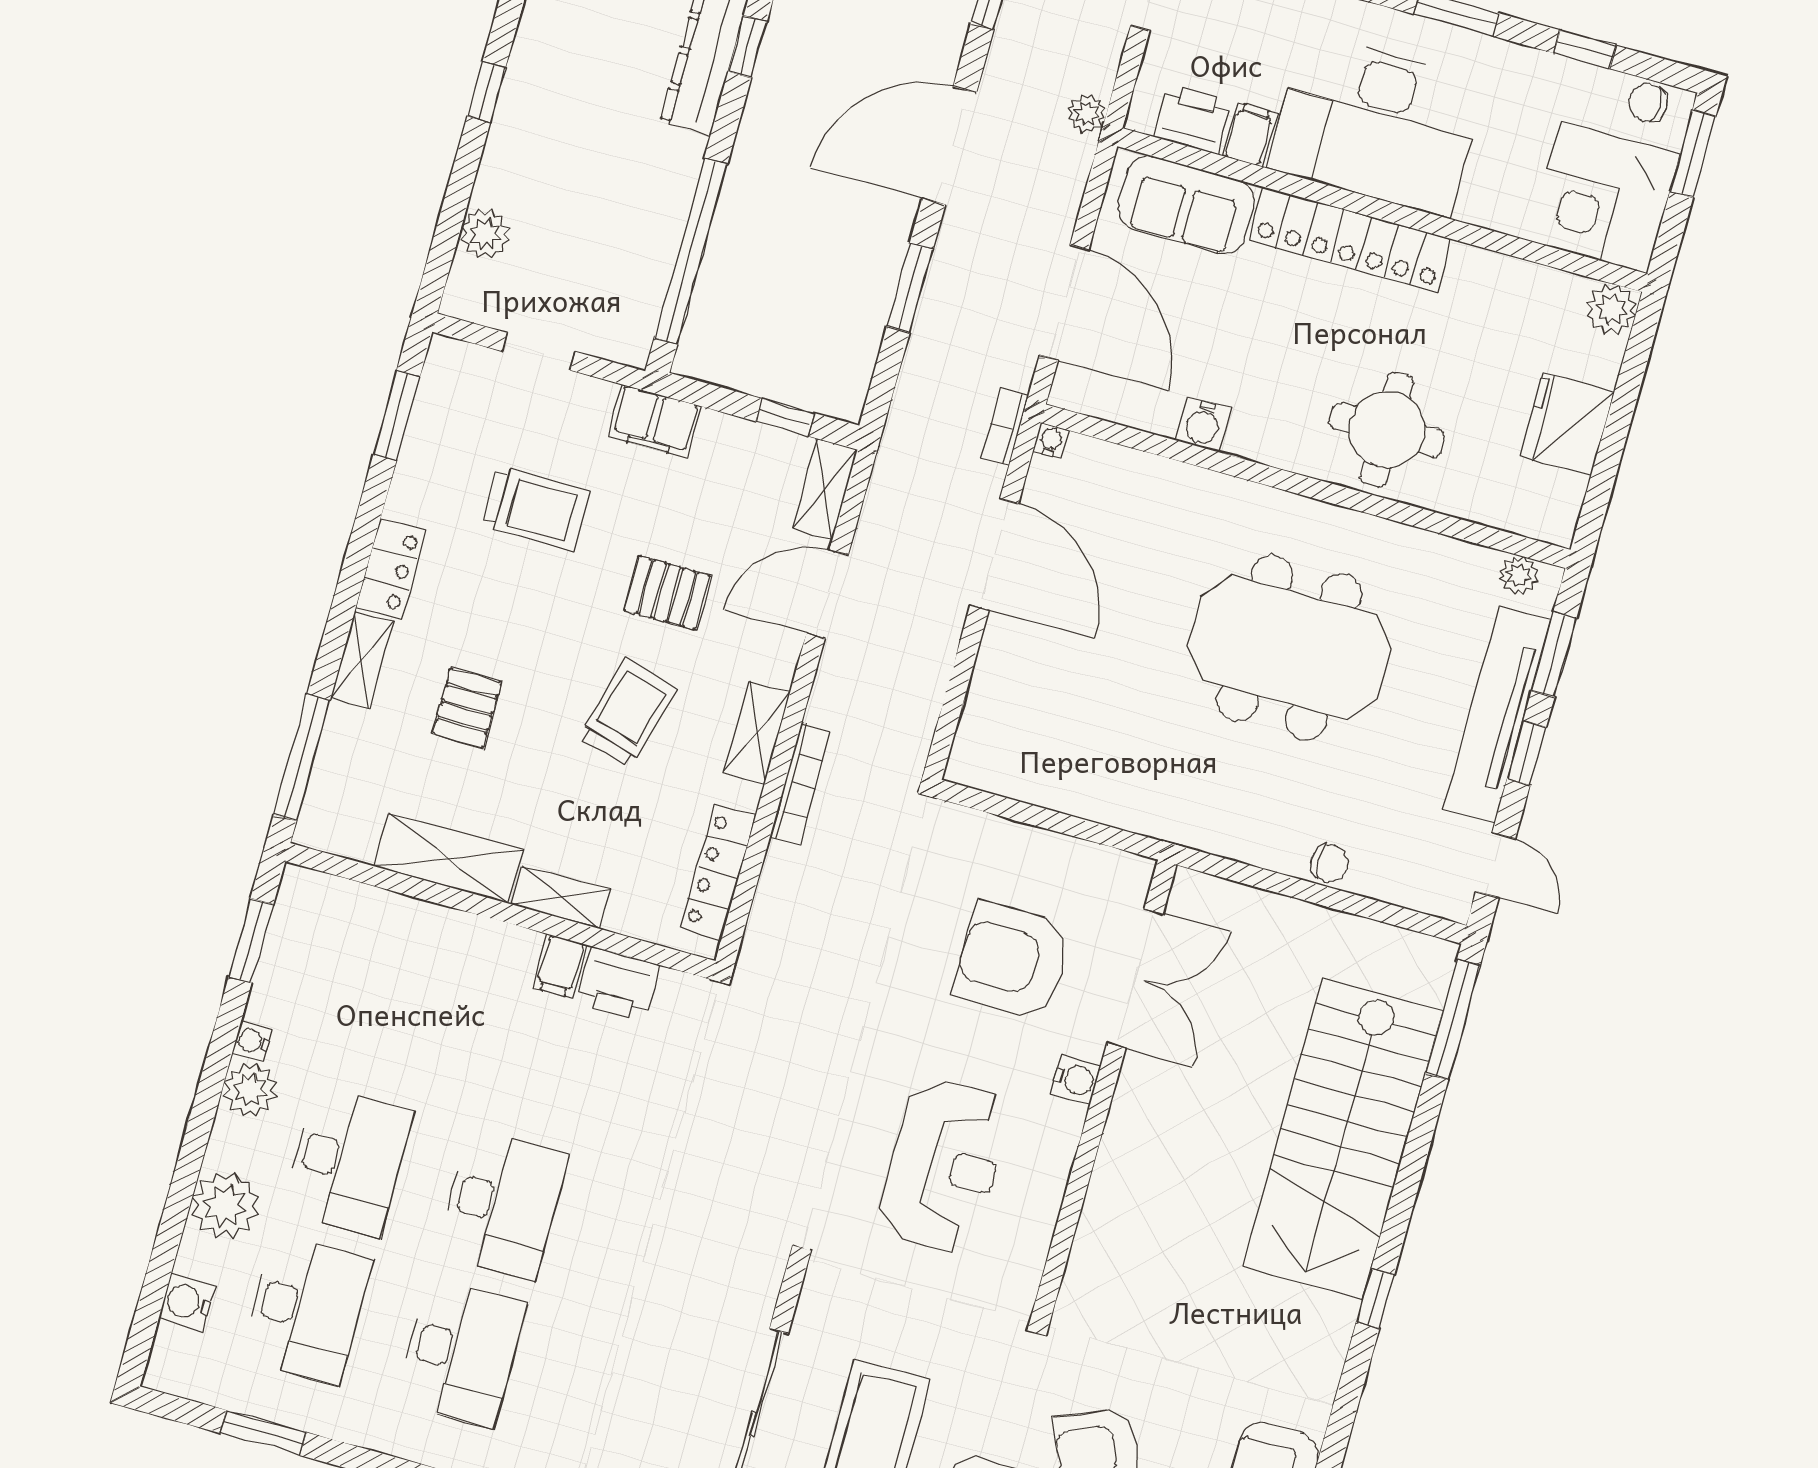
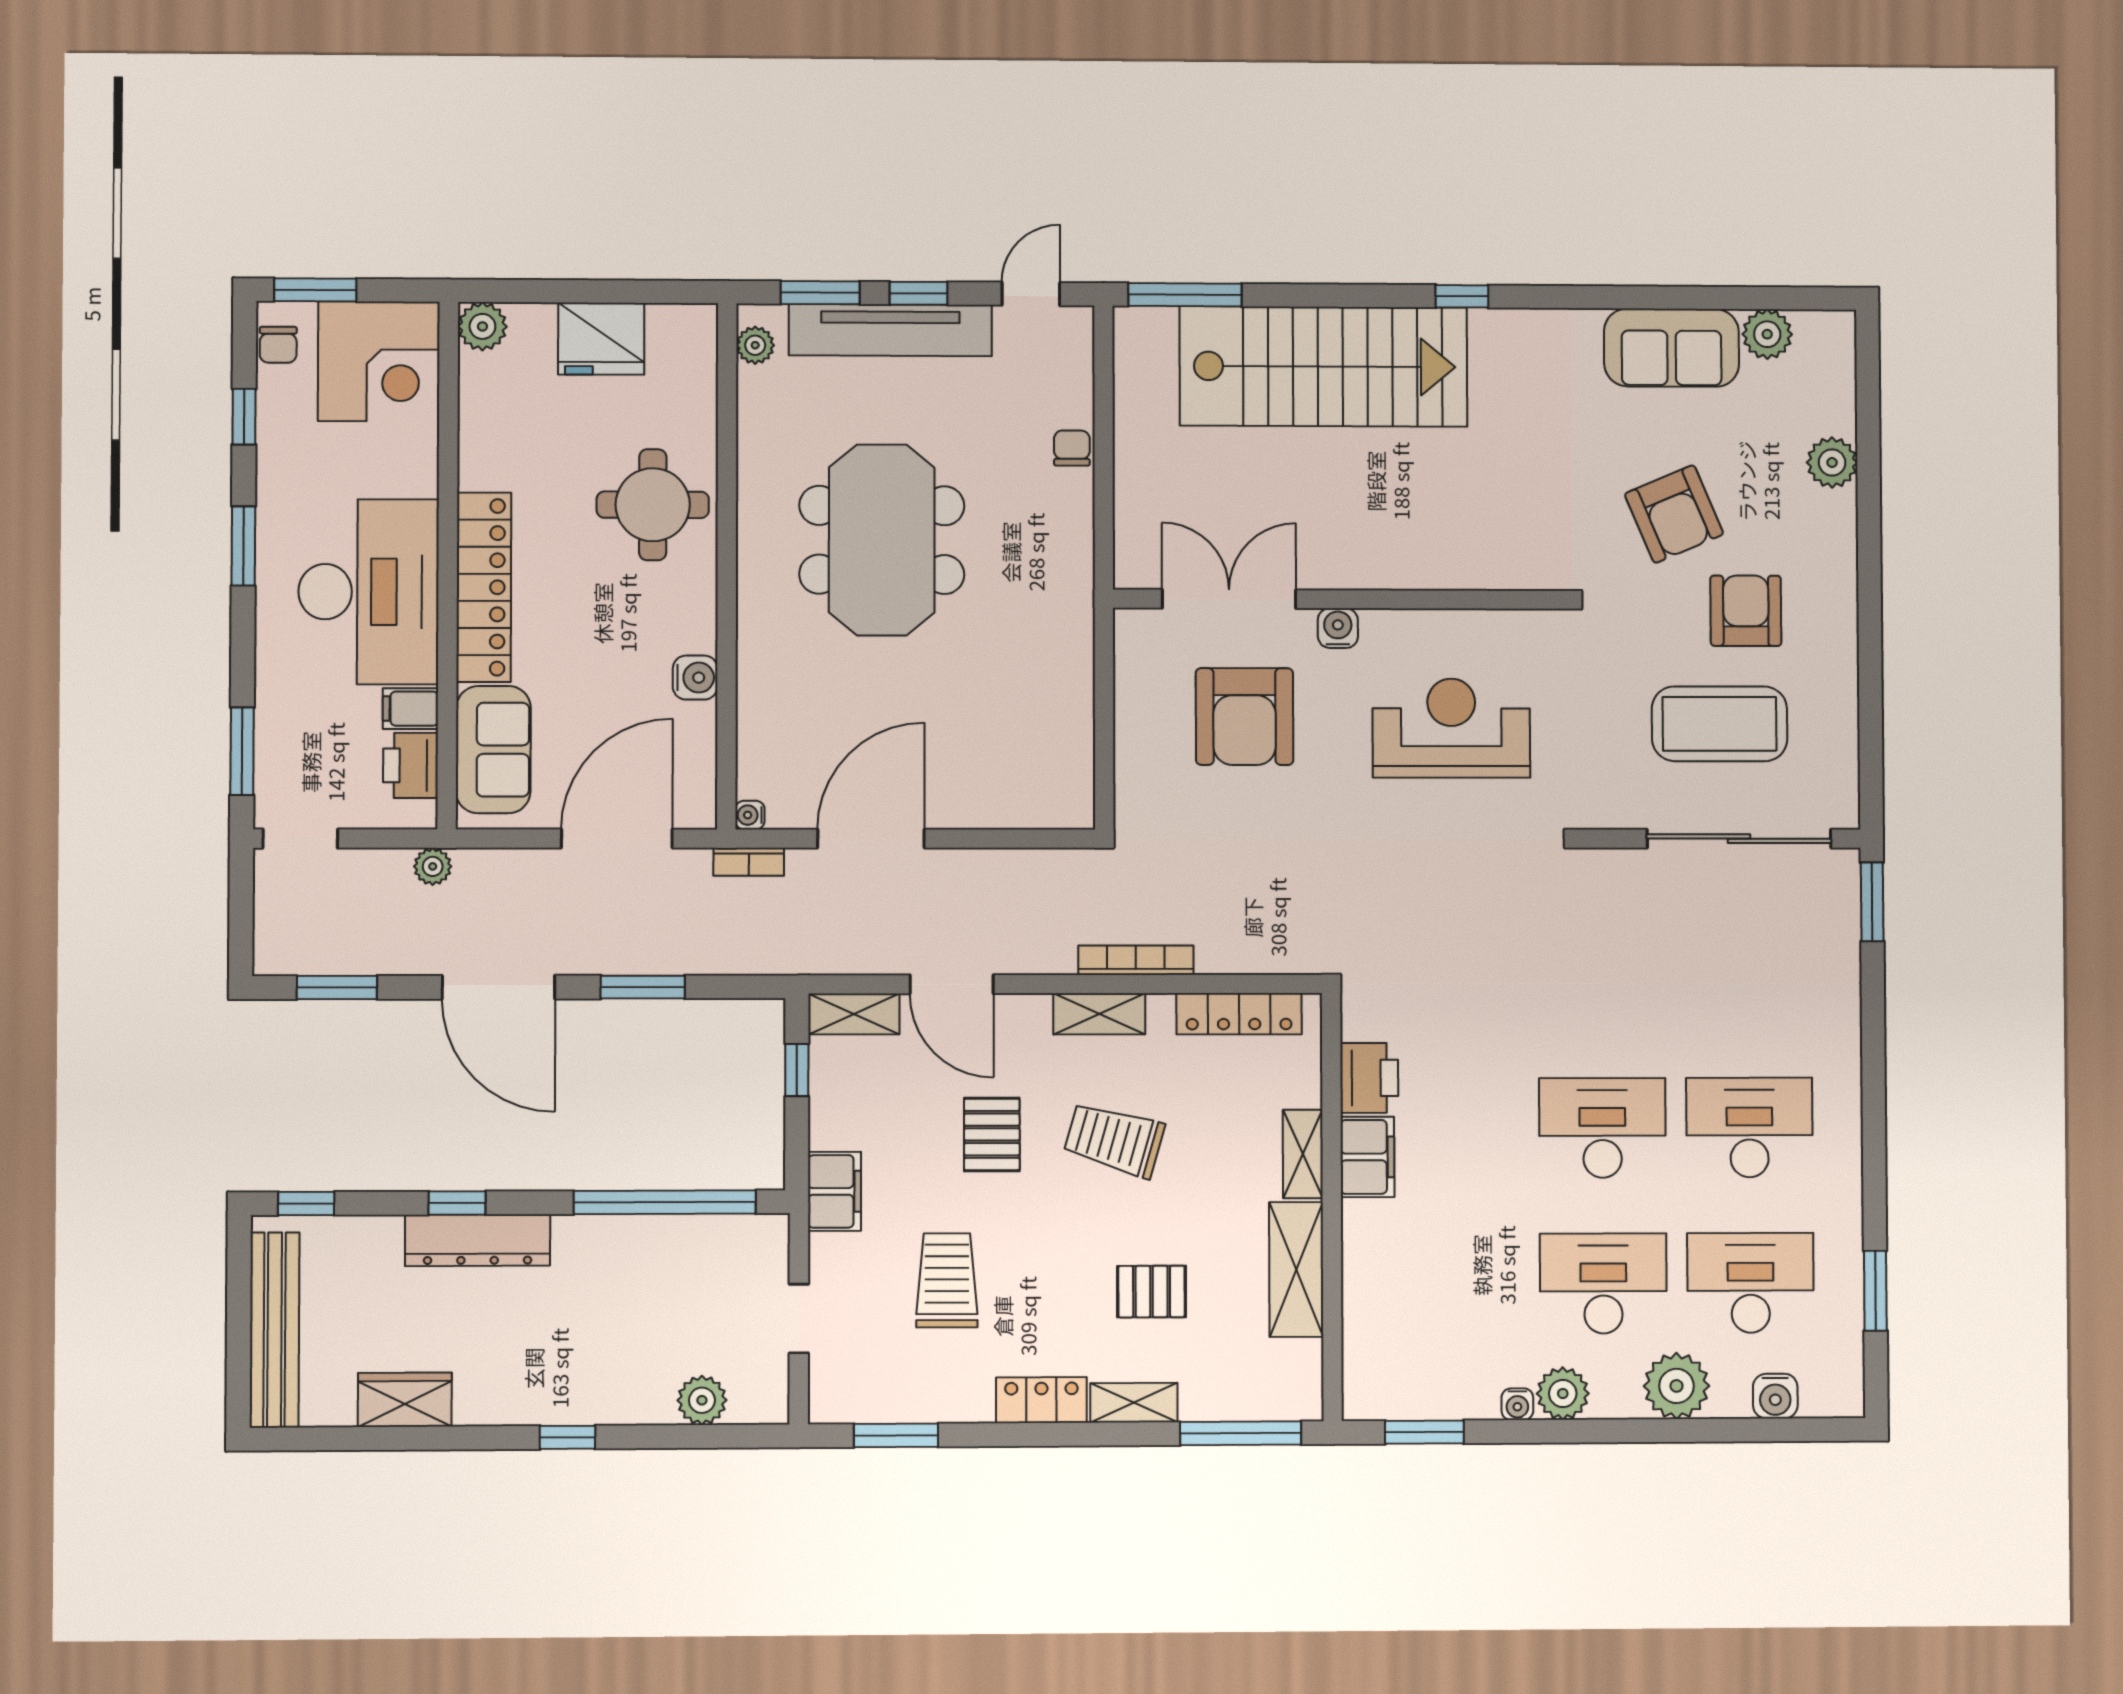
filing cabinet: (560, 966) -> (1367, 1157), width x2.00

